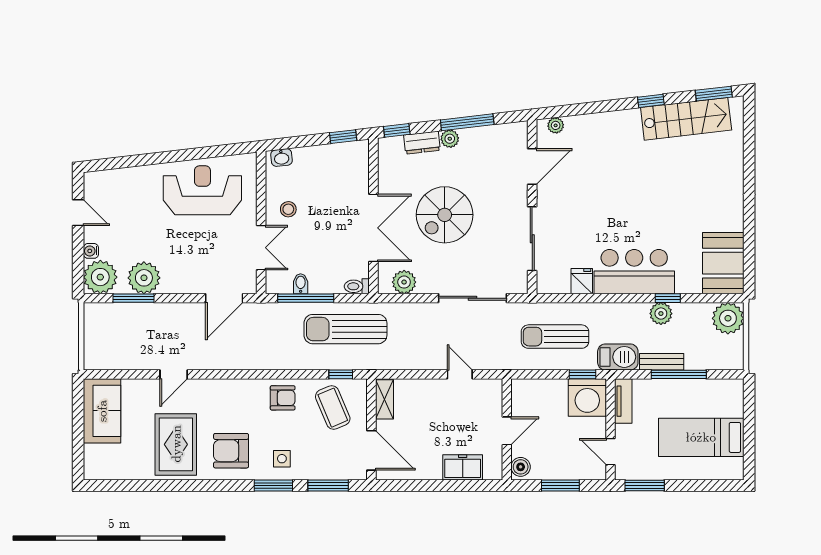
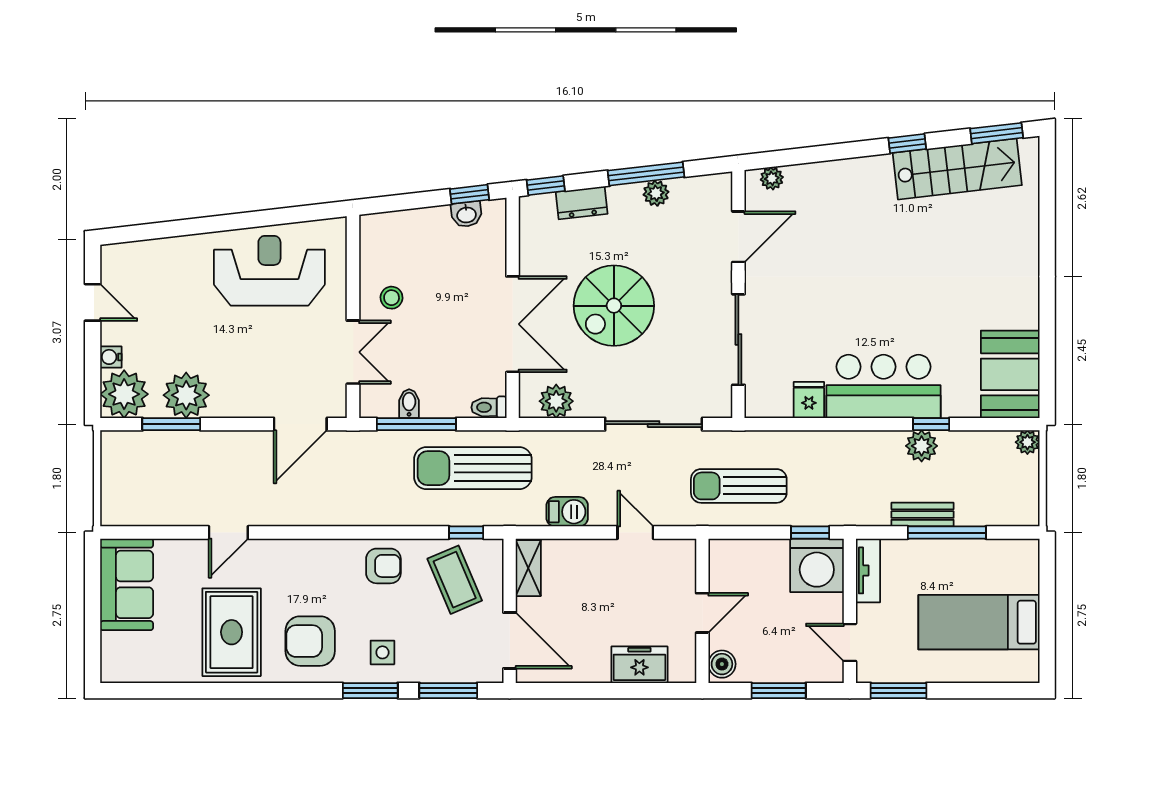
plant: (450, 139) -> (656, 193), moved
washbasin: (282, 158) -> (466, 214), moved
plant: (728, 318) -> (1027, 442), width x0.53, depth x0.53
sun lounger: (555, 337) -> (739, 486), moved
barbecue: (618, 357) -> (567, 512), moved, width x0.73, depth x0.79

